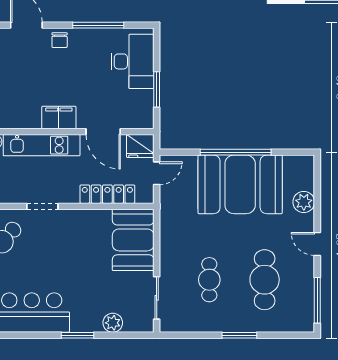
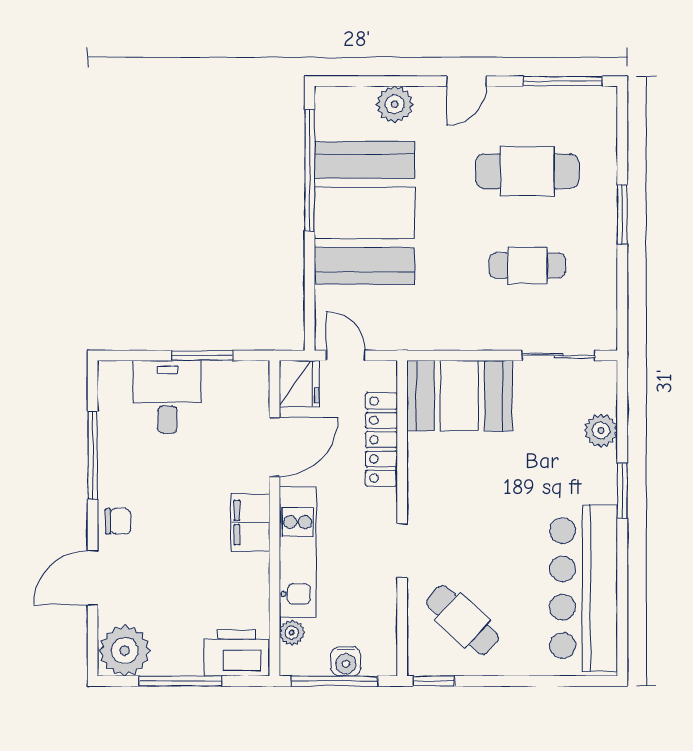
desk: (132, 61) -> (167, 397), width x0.73
window: (236, 152) -> (310, 170), moved

